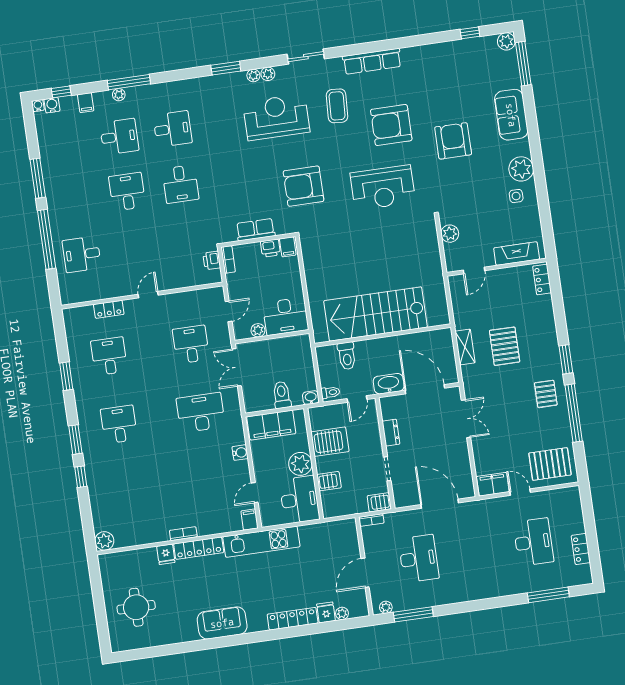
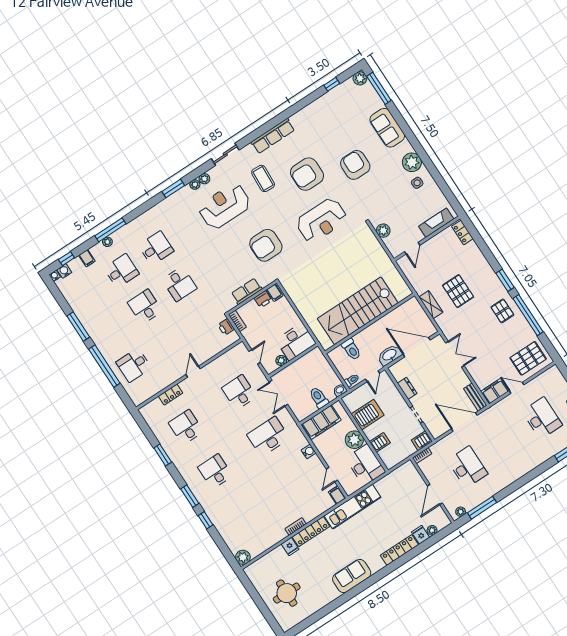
bench: (466, 480) -> (475, 397), added

